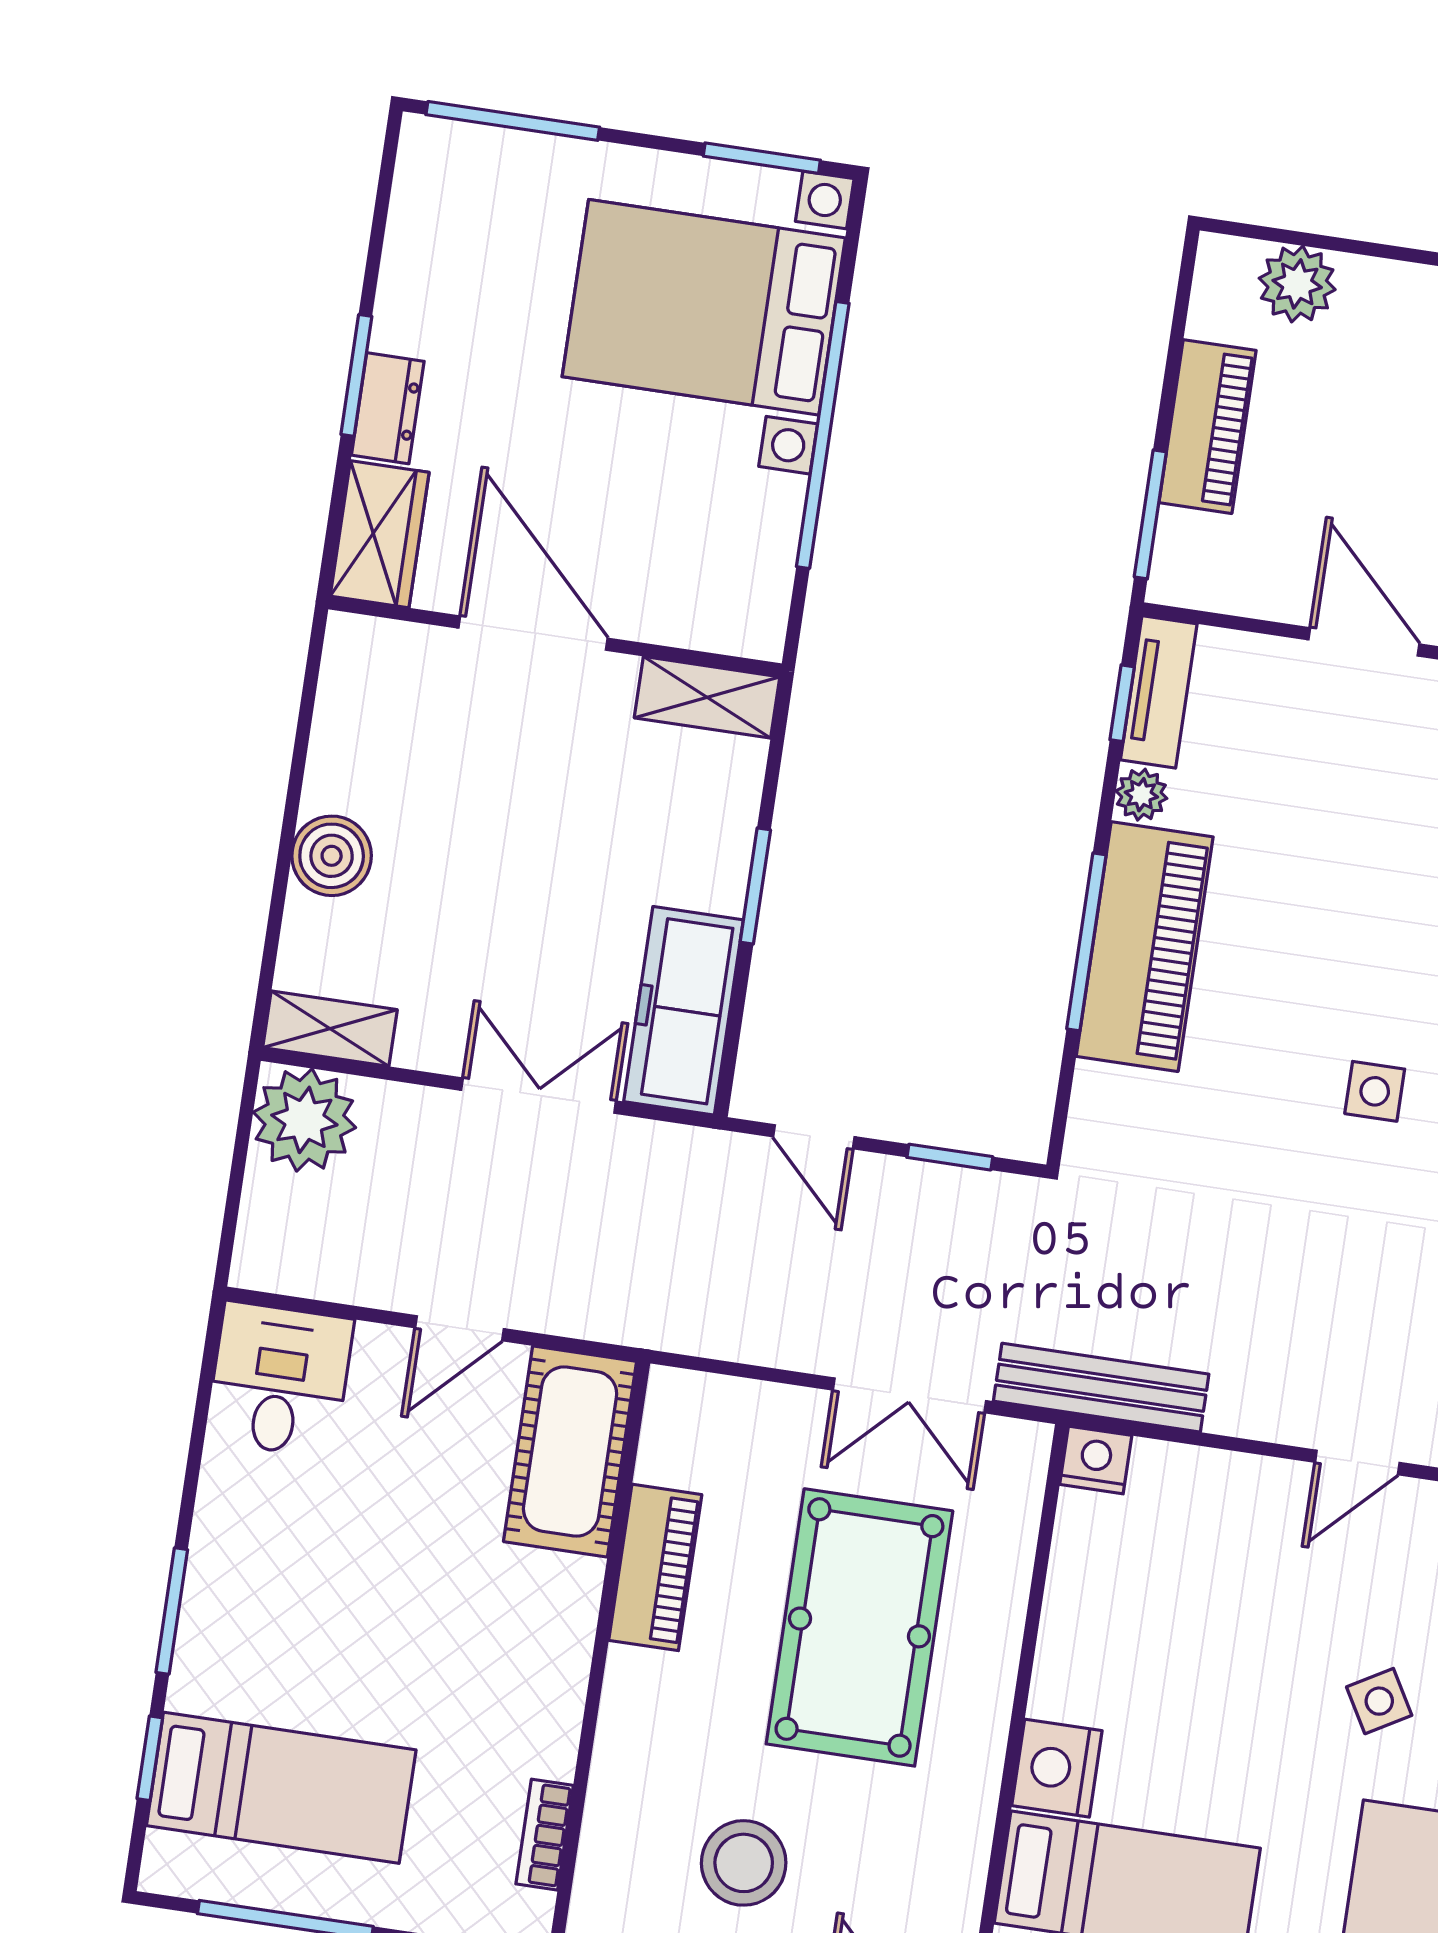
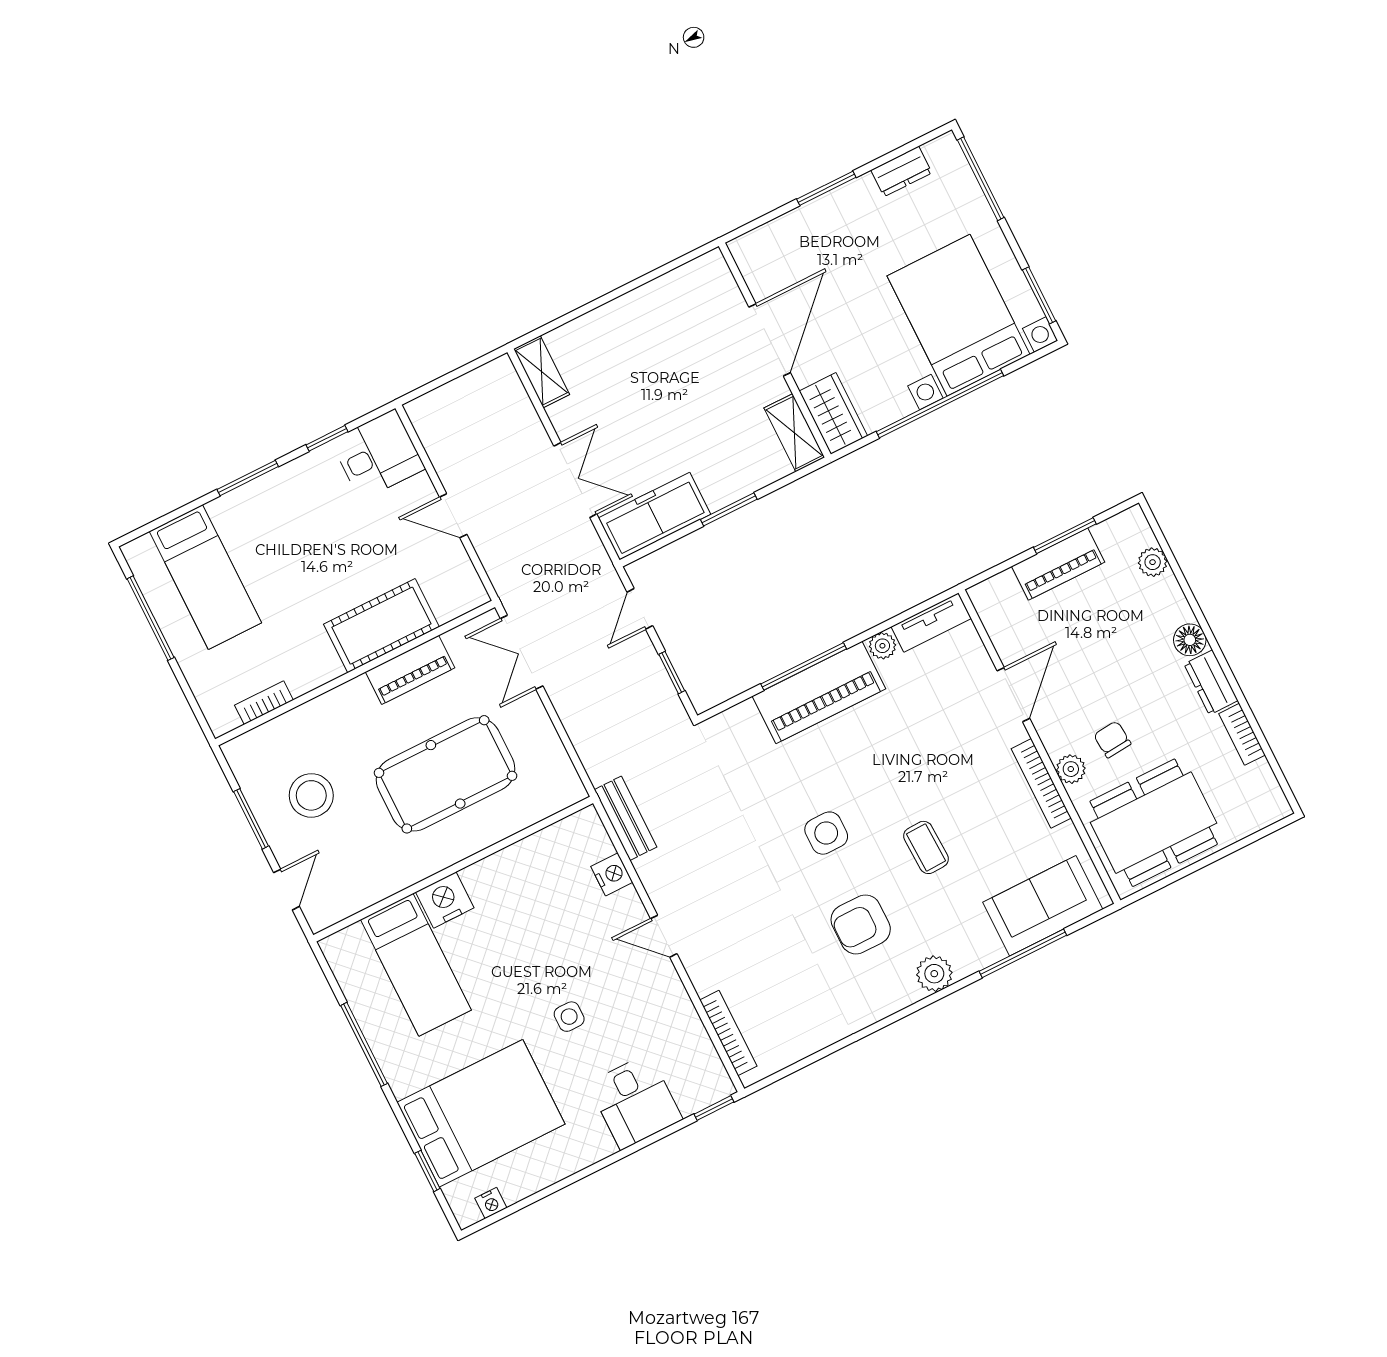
plant: (1297, 284) -> (1153, 562), width x0.73, depth x0.73
dresser: (388, 408) -> (901, 171), moved
window: (1150, 514) -> (1065, 536), moved
wardrobe: (380, 534) -> (833, 413), moved, turned -90
window: (1122, 703) -> (915, 610), removed
boiler: (332, 856) -> (615, 321), removed
side table: (1375, 1091) -> (826, 833), width x1.37, depth x1.37
plant: (304, 1120) -> (495, 388), removed
bench: (1101, 1388) -> (626, 818), width x0.73
double door: (910, 1395) -> (522, 652), moved
cot: (570, 1452) -> (381, 626), moved
nightstand: (1096, 1460) -> (612, 874), moved
side table: (1379, 1701) -> (569, 1017), turned 30
window: (150, 1758) -> (327, 438), moved

